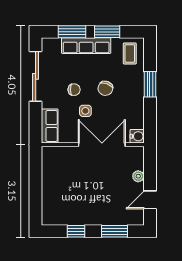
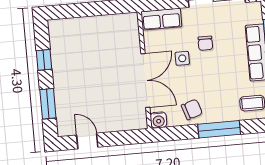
window: (150, 84) -> (219, 129), width x1.44
chair: (105, 88) -> (192, 109), moved, turned 142
plant: (138, 176) -> (113, 125), removed

